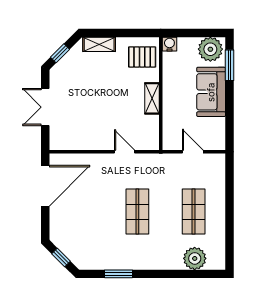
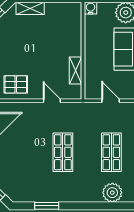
pallet: (142, 57) -> (16, 84), moved
shelving: (152, 98) -> (76, 71), moved

